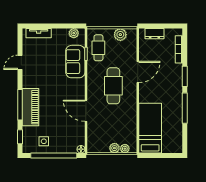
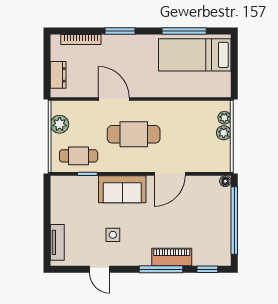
plant: (74, 33) -> (58, 192), removed
sofa: (75, 62) -> (122, 189), moved
piano: (31, 107) -> (172, 257), width x0.73, depth x0.75
window: (185, 108) -> (184, 31), moved
bed: (150, 128) -> (195, 55), moved
side table: (44, 141) -> (113, 235), moved

